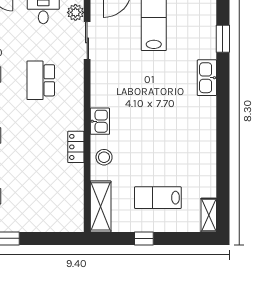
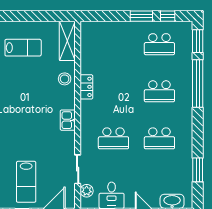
school desk: (41, 80) -> (113, 138), turned 90
kitchen sink: (100, 121) -> (68, 120), moved
window: (144, 238) -> (34, 16), removed

